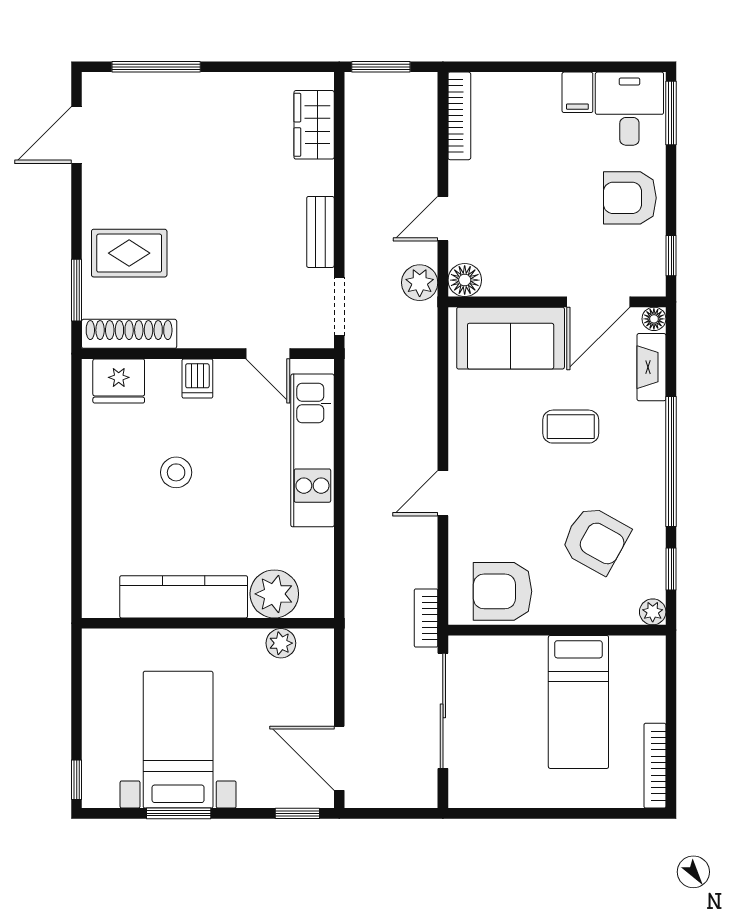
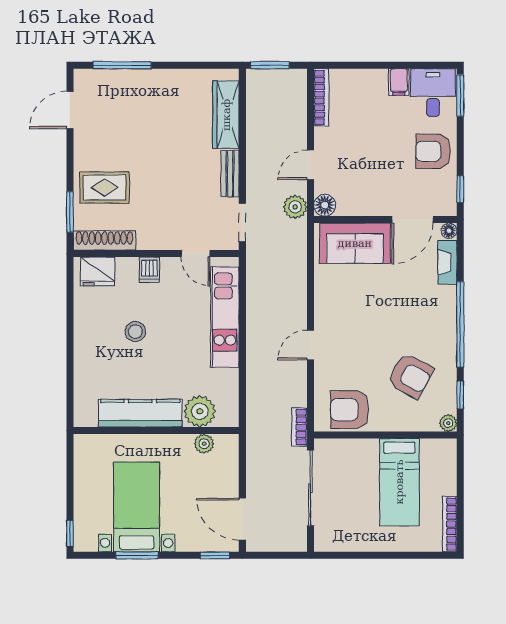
wardrobe: (314, 125) -> (226, 115), width x1.50
coffee table: (571, 427) -> (394, 301), removed

